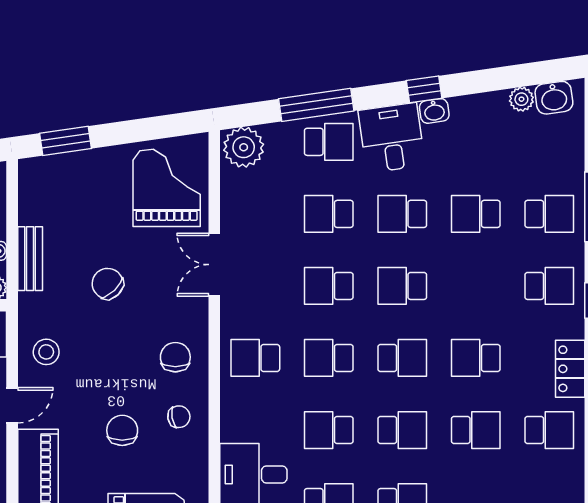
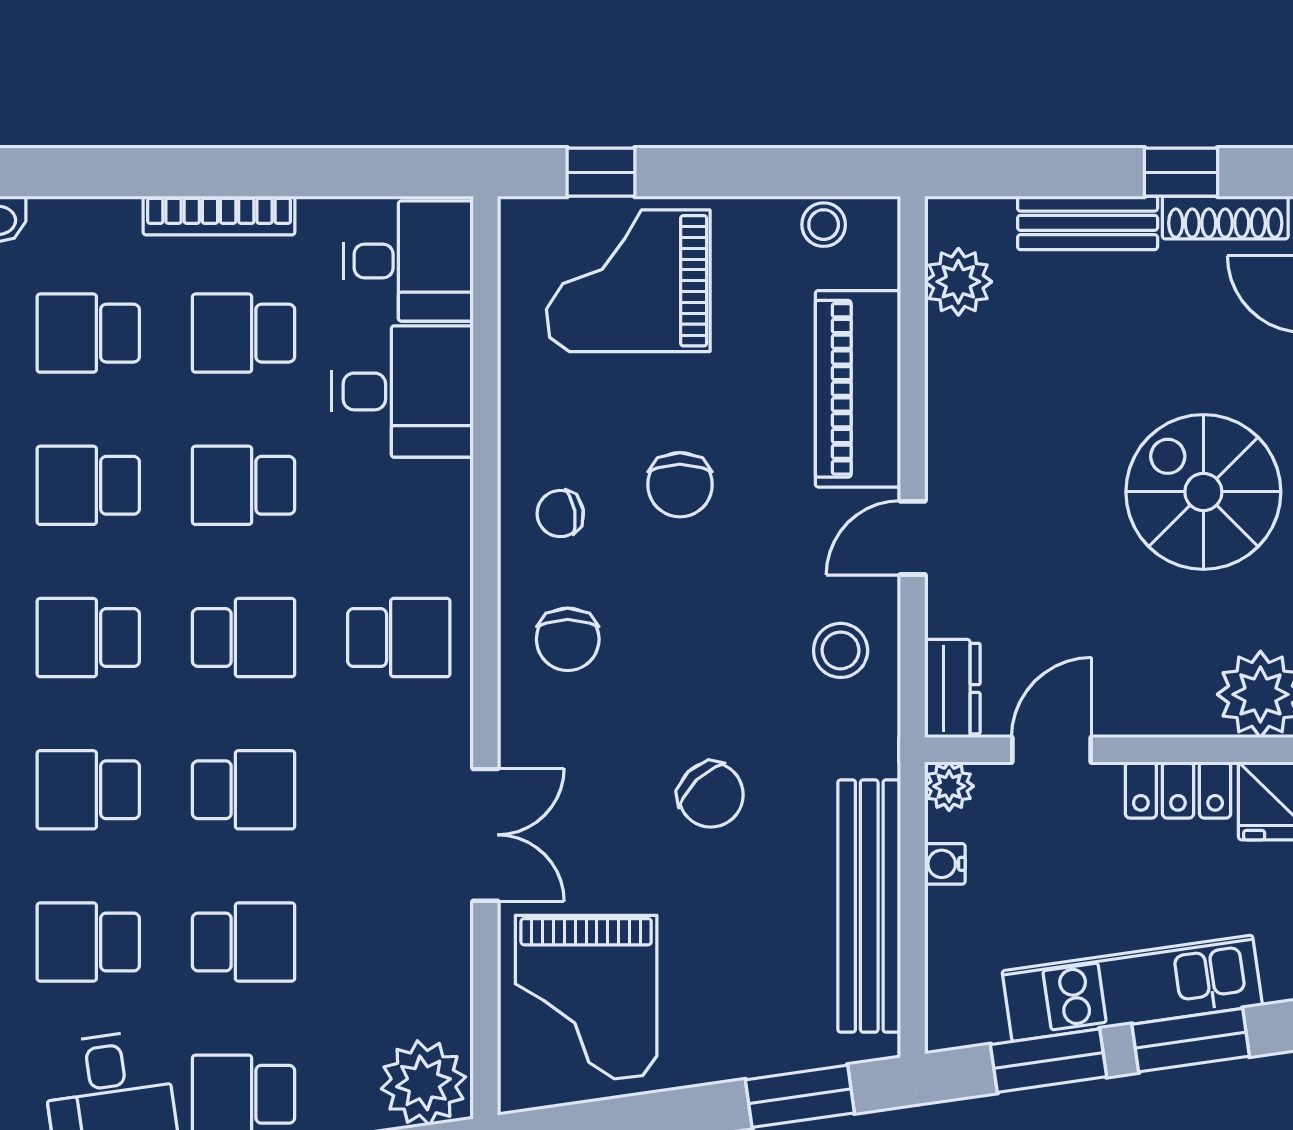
school desk: (402, 214) -> (88, 942), turned 180
bench: (30, 259) -> (869, 906), width x1.86, depth x1.21
school desk: (402, 286) -> (88, 790), turned 180
school desk: (329, 430) -> (244, 485), turned 180

